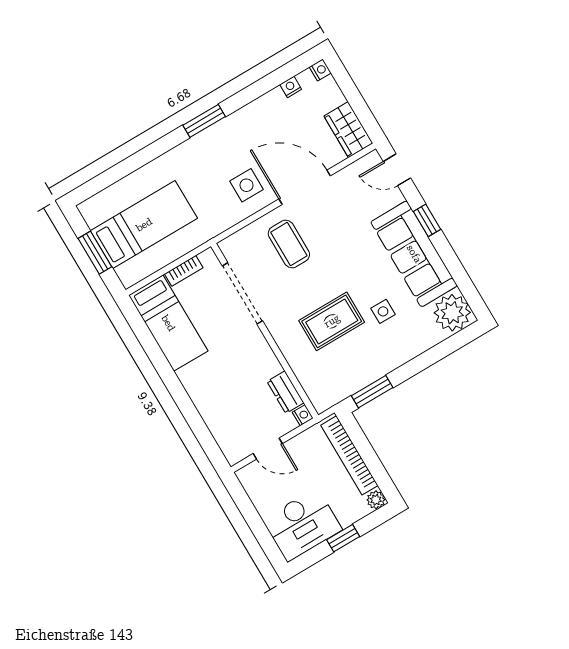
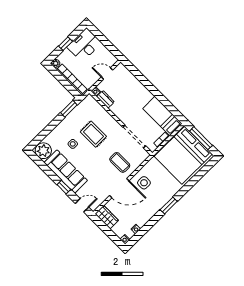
bed: (144, 225) -> (183, 155), width x2.04
window: (95, 253) -> (201, 138), width x1.44
rug: (332, 321) -> (93, 134), turned 90

